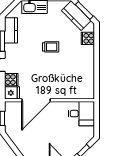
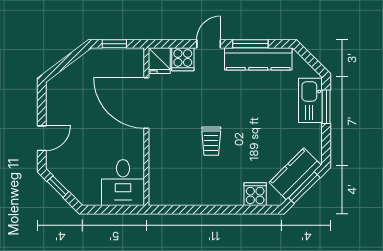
kitchen counter: (11, 30) -> (258, 59), width x1.50
trolley: (51, 47) -> (211, 141), moved

